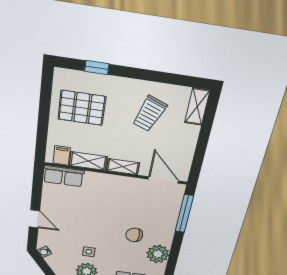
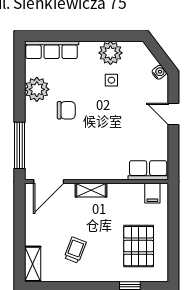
pallet: (82, 108) -> (139, 246), turned 90
trolley: (149, 114) -> (75, 250), width x0.73, depth x0.72
shelving: (88, 161) -> (126, 191), removed
door: (163, 180) -> (49, 181), hinge flipped

